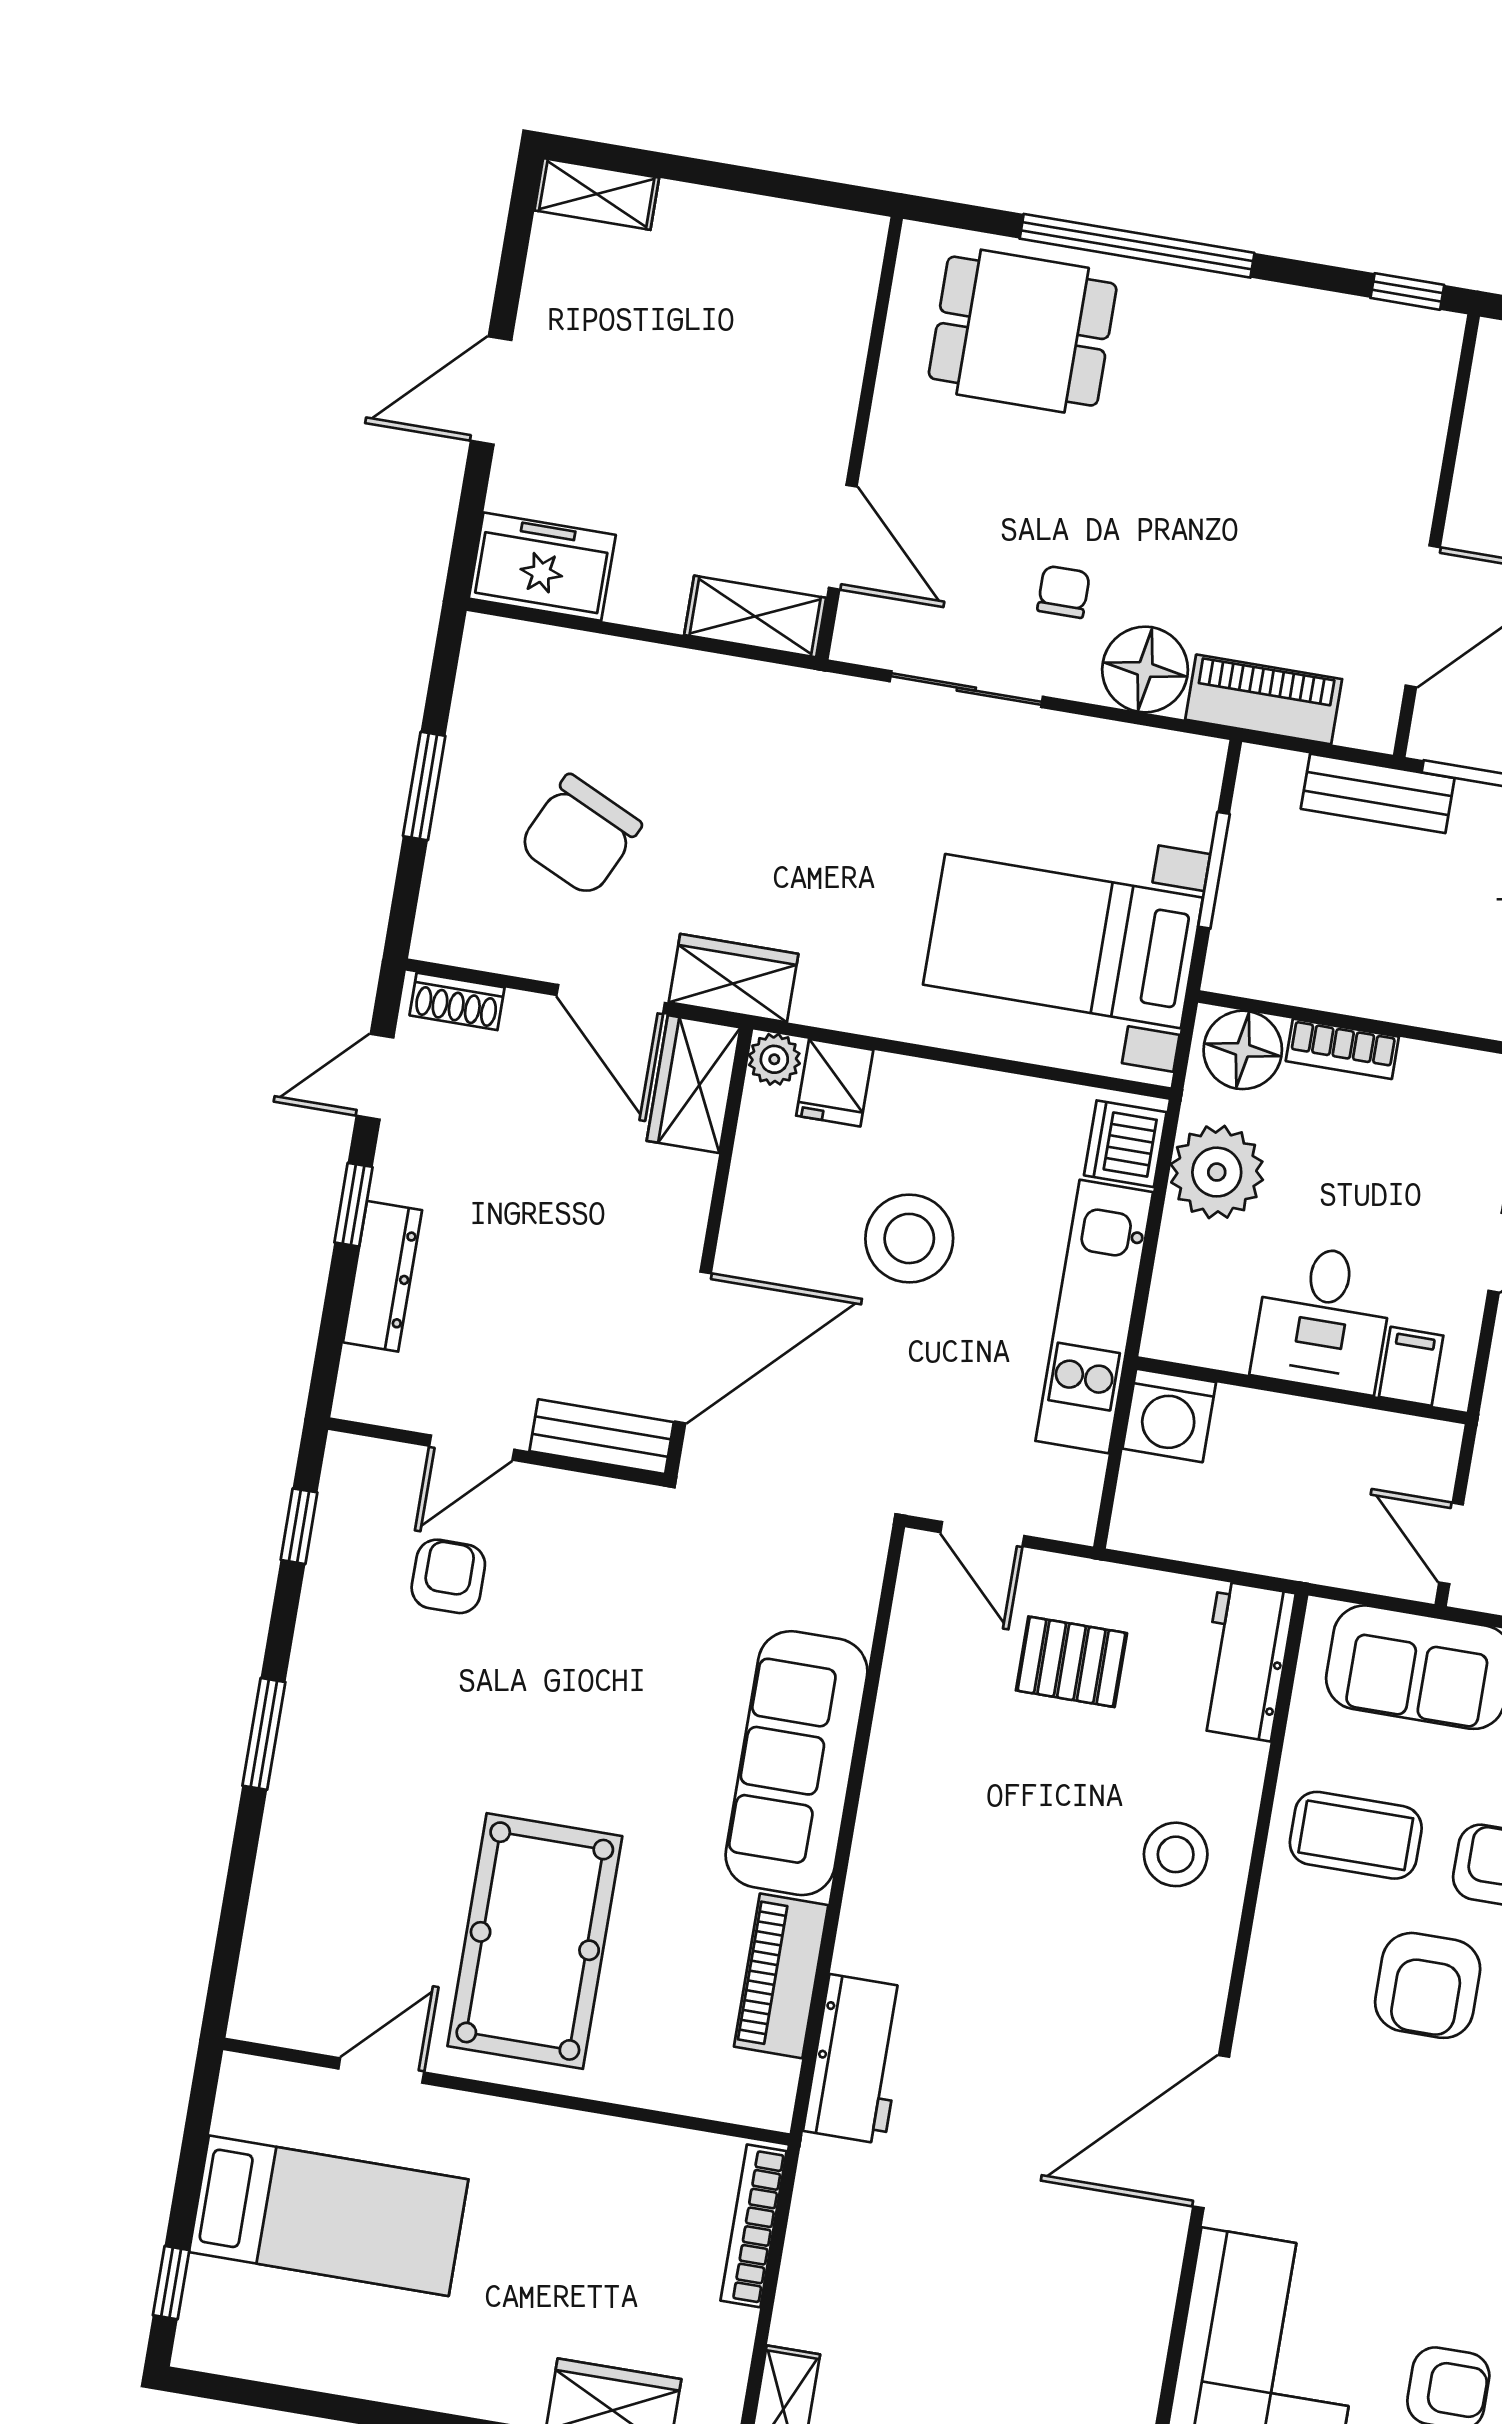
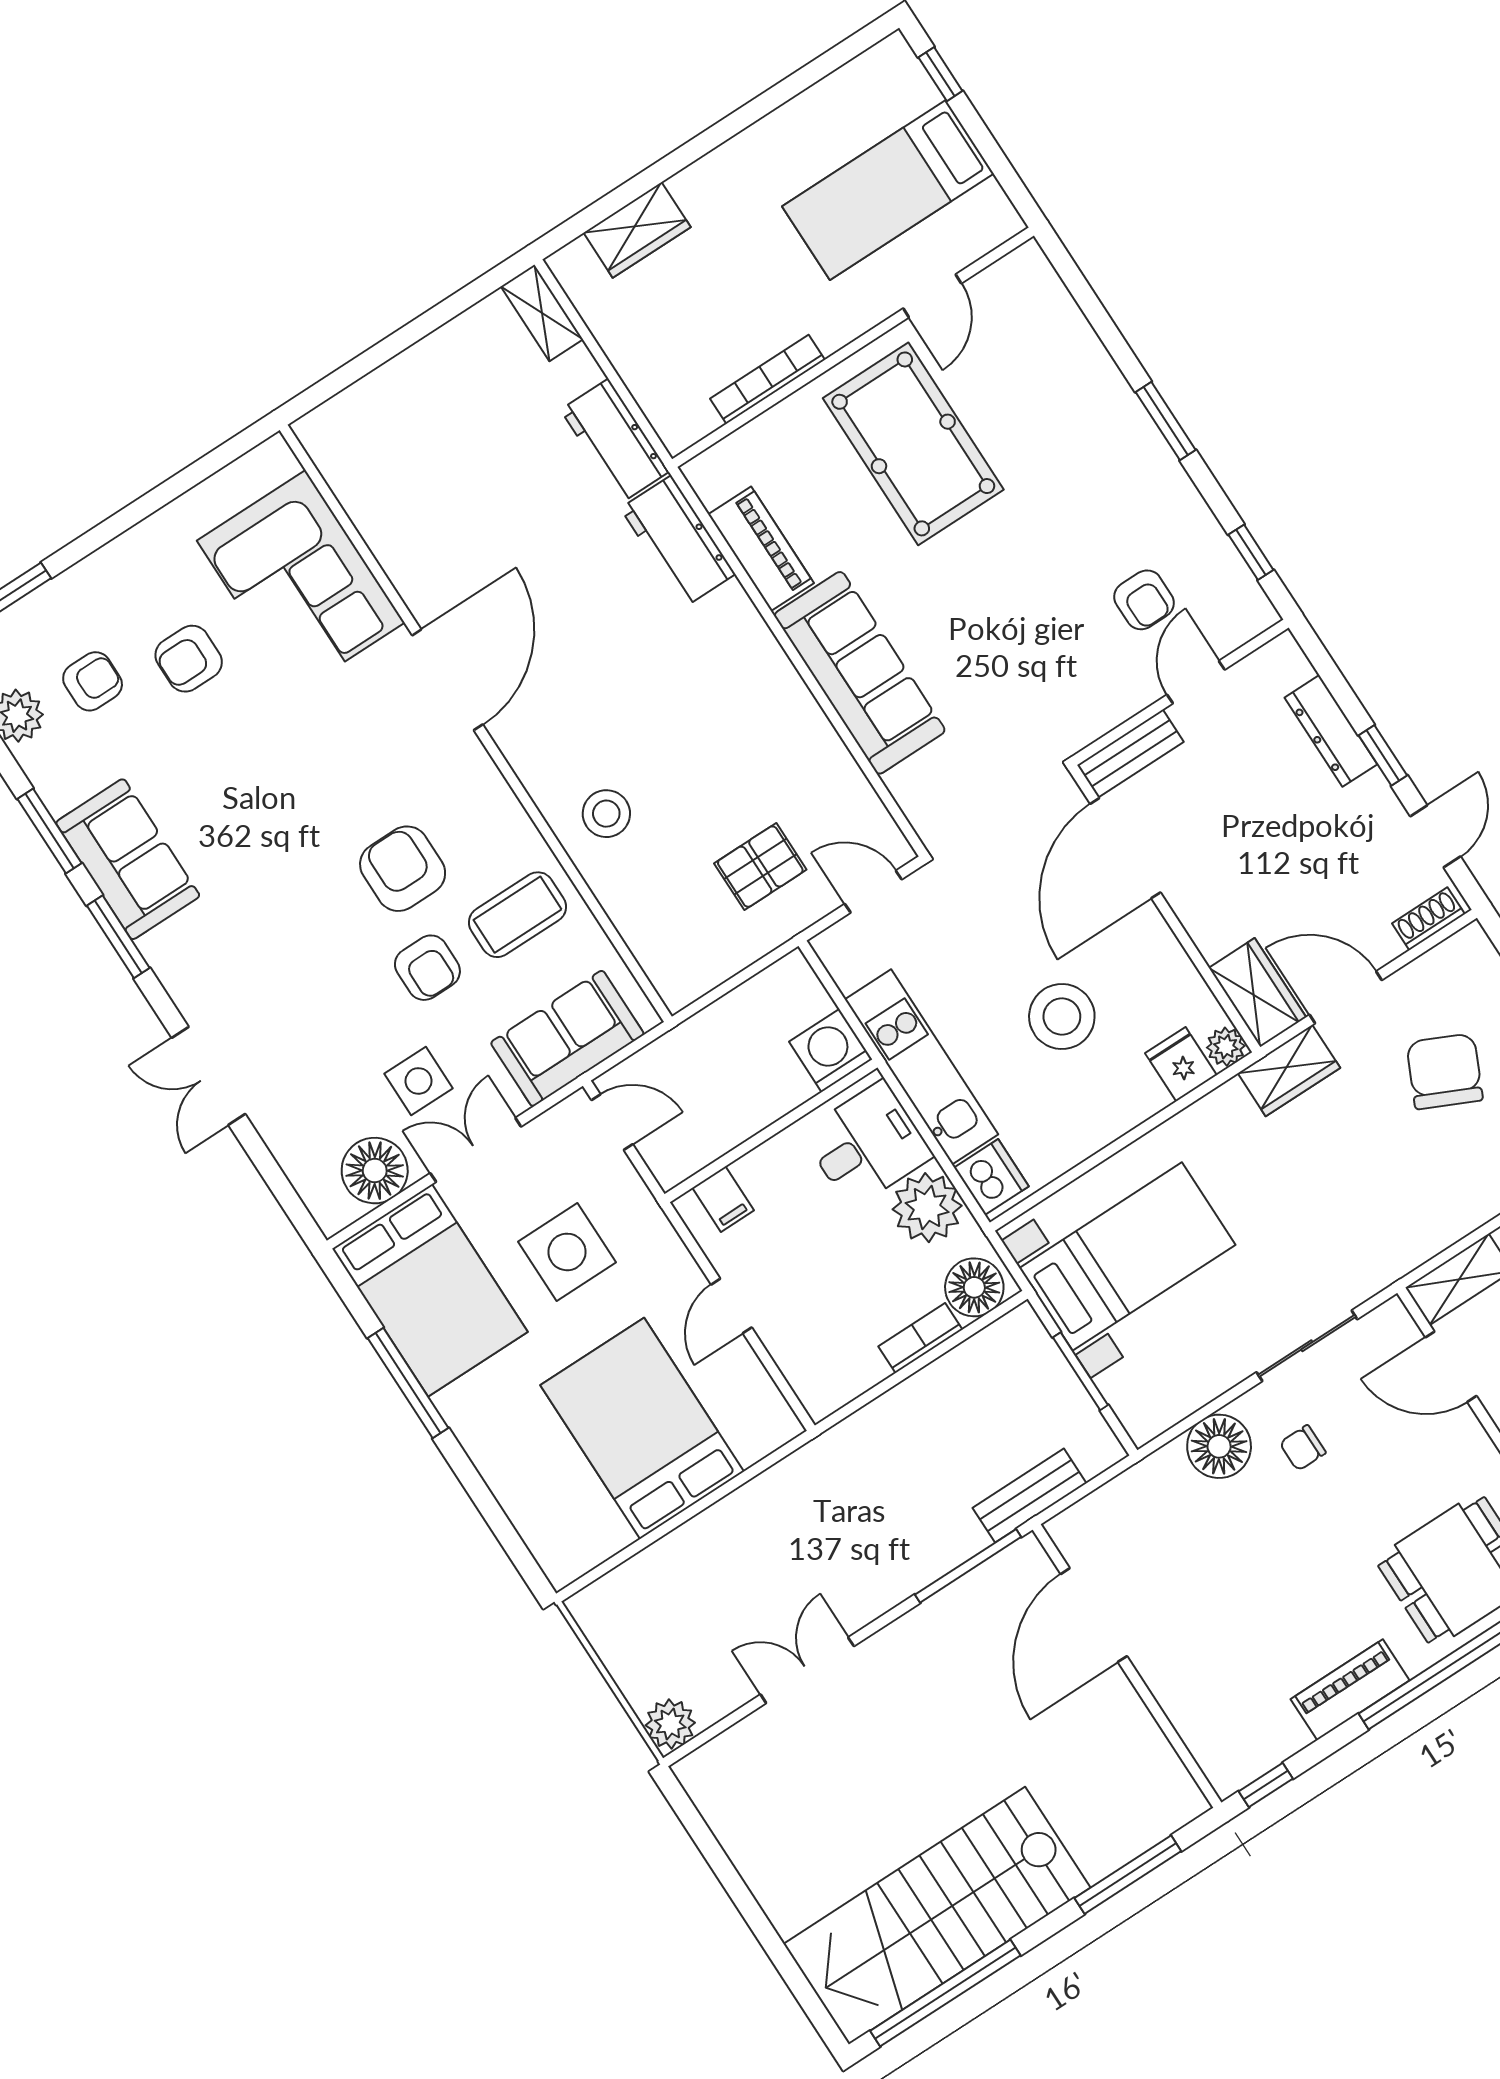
chair: (1064, 592) -> (1303, 1448), turned 90
piano: (1264, 699) -> (1350, 1690), moved, turned 180
desk: (1323, 1318) -> (867, 1144), moved, turned 90
workbench: (1245, 1661) -> (615, 441), moved, turned 180
bookcase: (754, 2226) -> (768, 379), moved, turned -90

